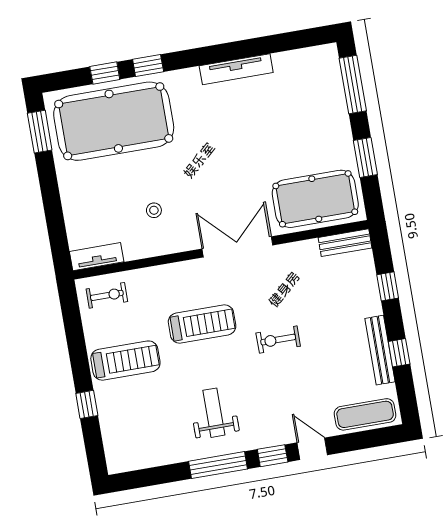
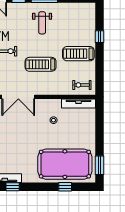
window: (148, 66) -> (13, 187), moved
tv unit: (97, 257) -> (78, 103), width x1.41

